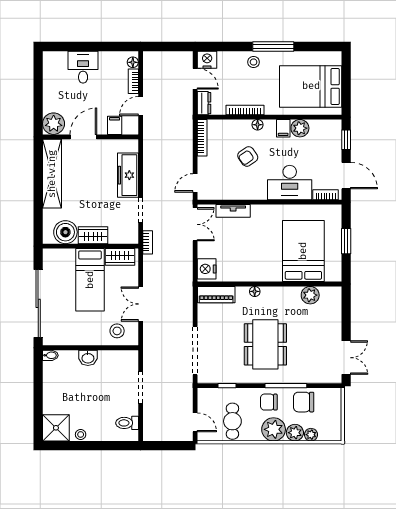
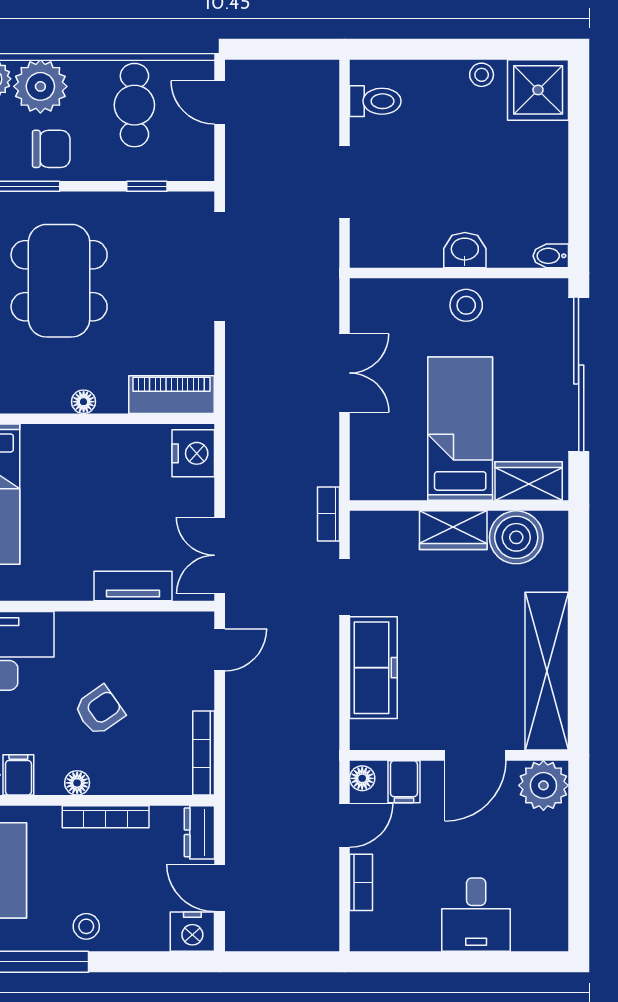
floor lamp: (133, 62) -> (362, 778), moved
wardrobe: (120, 257) -> (529, 481), moved
stool: (117, 331) -> (466, 305), moved

